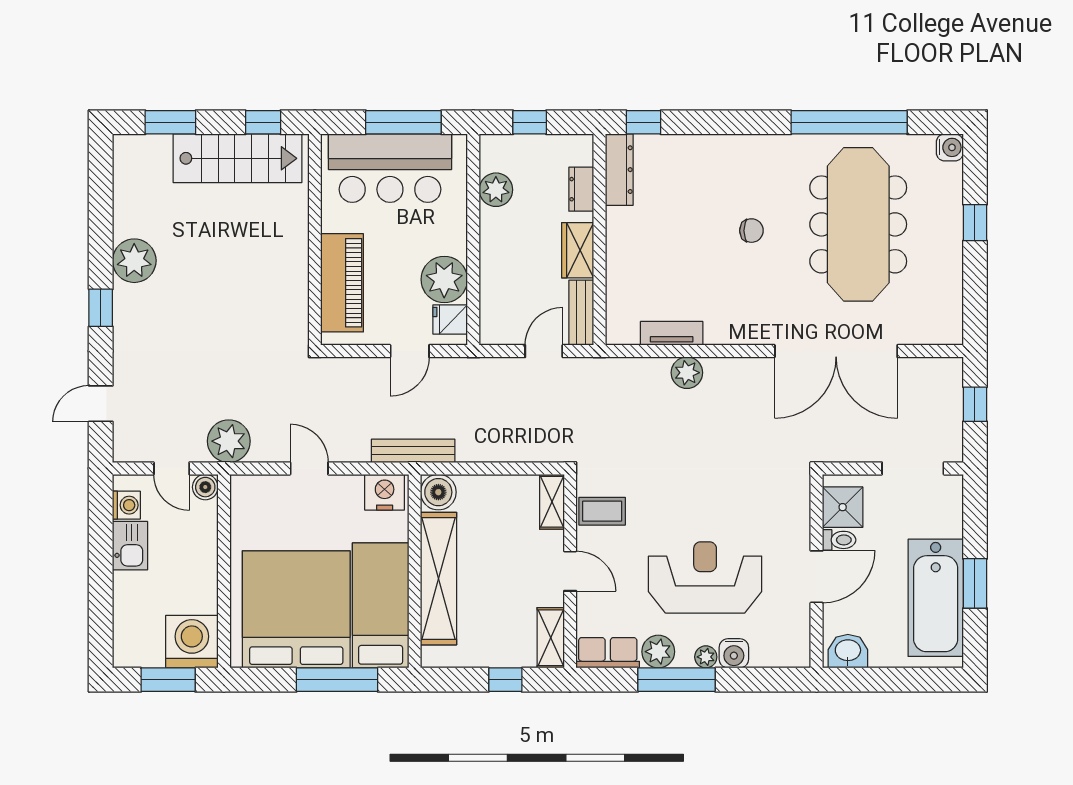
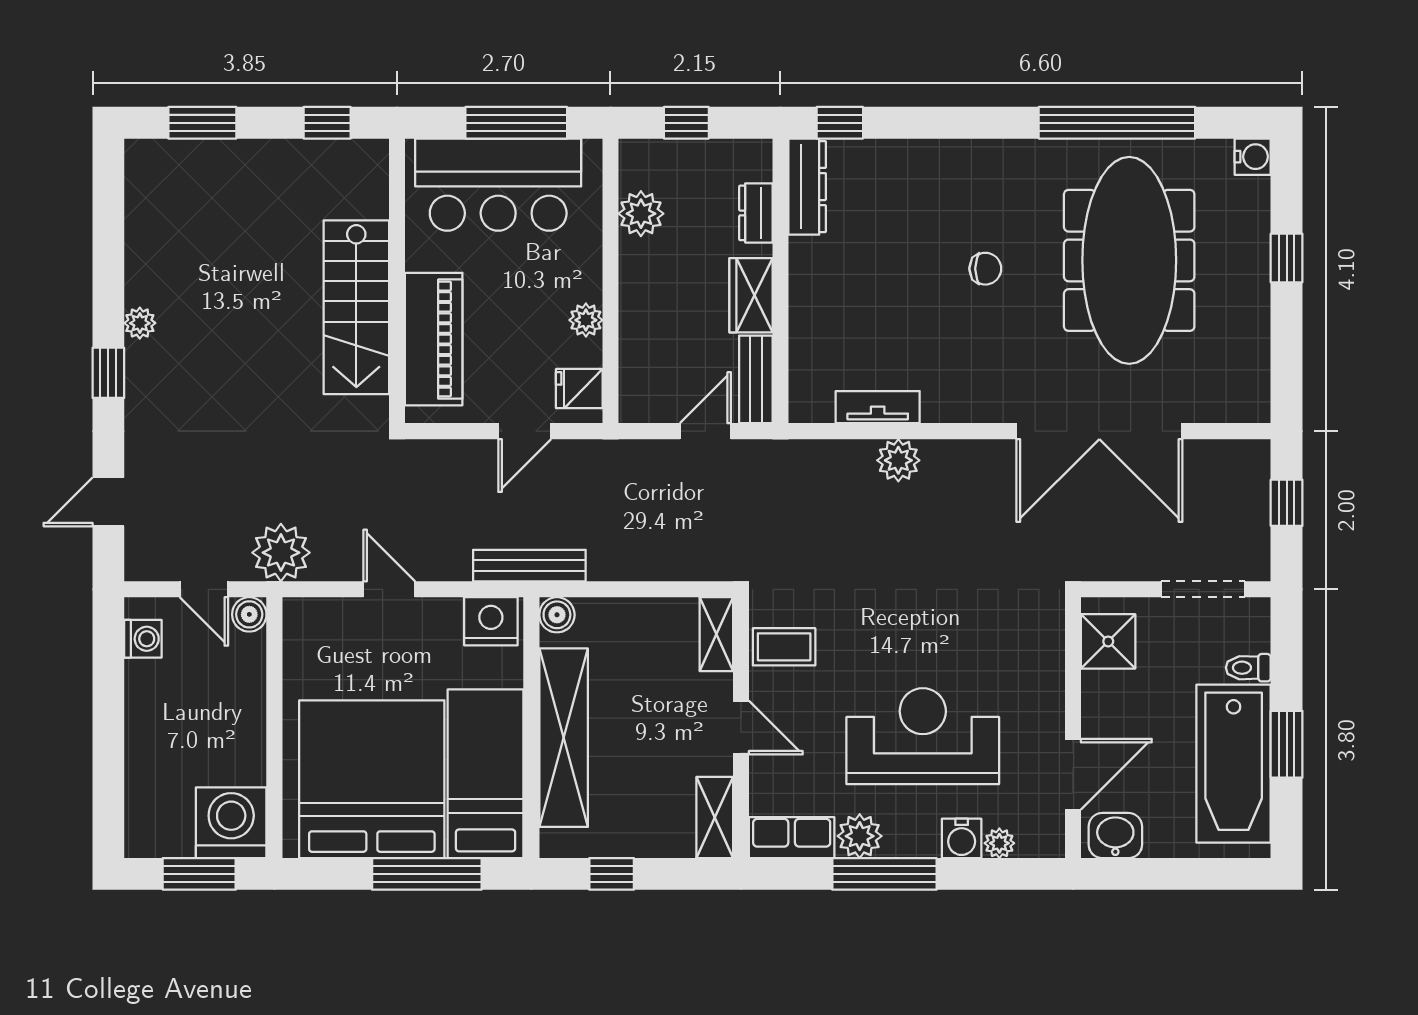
stairs: (237, 158) -> (356, 307), moved, turned 90
plant: (134, 261) -> (140, 323), width x0.53, depth x0.53
plant: (444, 279) -> (586, 320), width x0.53, depth x0.53
boiler: (438, 492) -> (557, 615), width x0.73, depth x0.73
toilet: (839, 540) -> (1248, 668), moved, turned 180
kitchen sink: (130, 546) -> (148, 693), removed
door: (817, 577) -> (1073, 774), moved
plant: (706, 657) -> (999, 843), moved
window: (505, 680) -> (612, 874), moved

